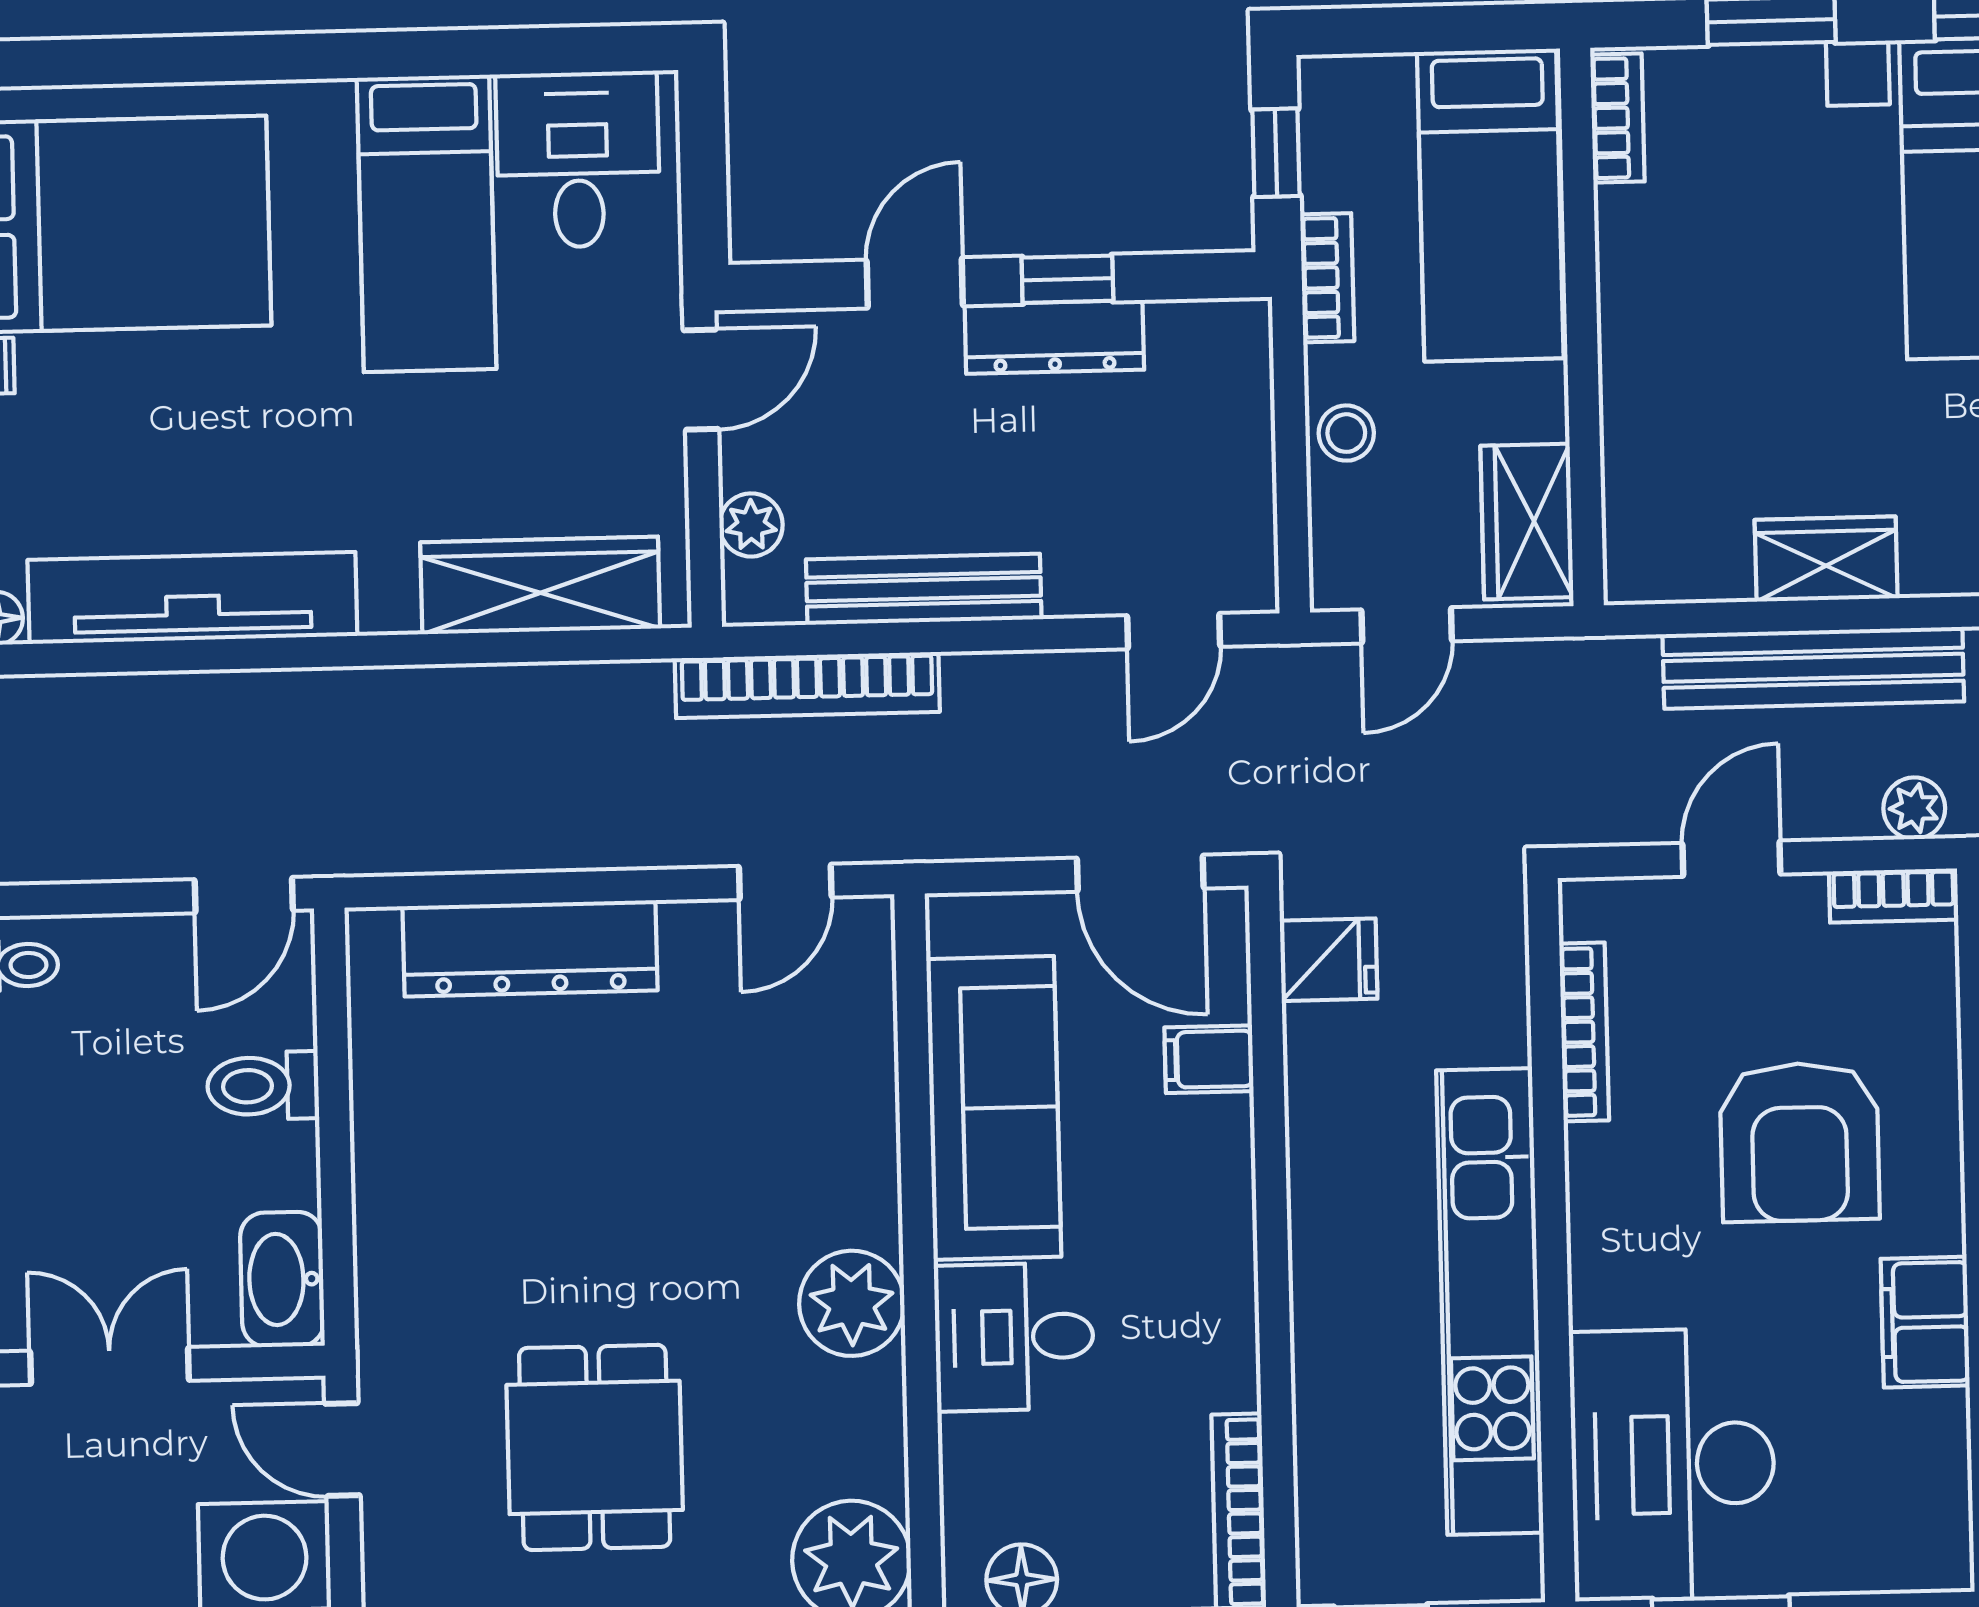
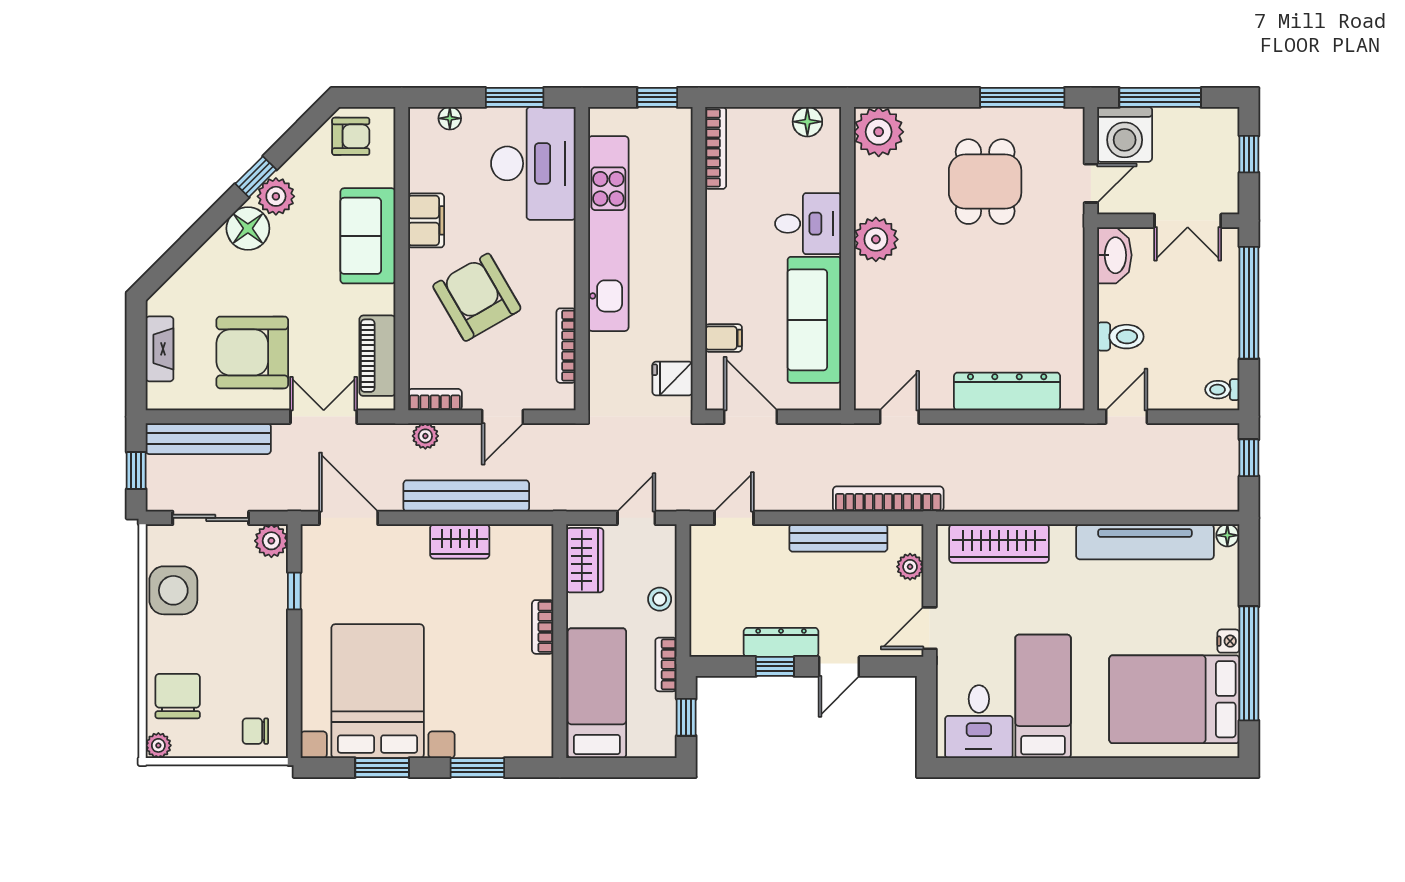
bookcase: (1617, 118) -> (543, 627), moved
armchair: (1800, 1142) -> (477, 297), turned -30
door: (342, 1449) -> (1091, 183), hinge flipped
floor lamp: (1875, 1567) -> (450, 118), added

